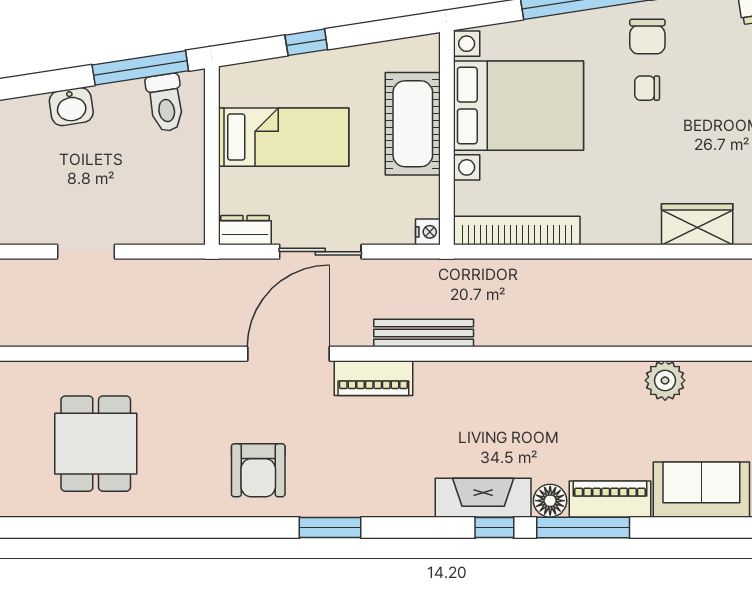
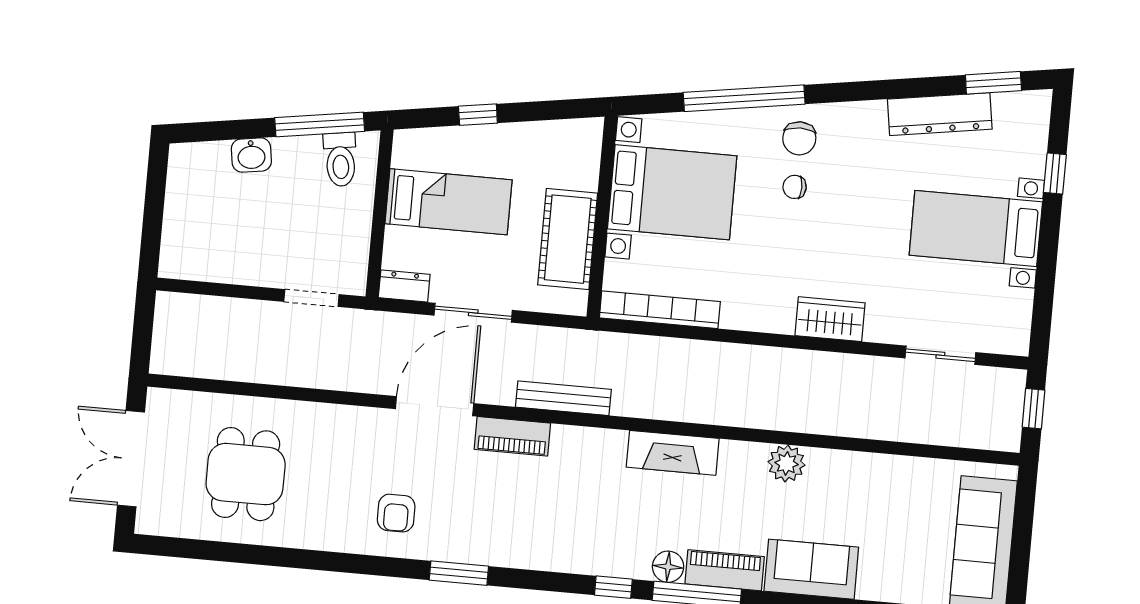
cot: (413, 124) -> (568, 239), moved
nightstand: (428, 232) -> (576, 303), removed
doorway: (86, 252) -> (311, 298), moved
armchair: (258, 470) -> (396, 513), width x0.72, depth x0.72
fireplace: (483, 498) -> (673, 453), moved, turned 180

